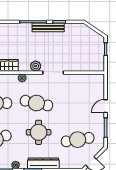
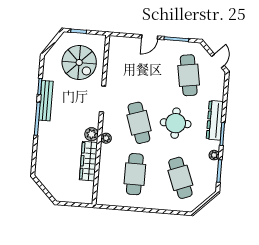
spiral stairs: (81, 52) -> (79, 62), added
plant: (36, 66) -> (92, 134), moved
cafe table: (36, 103) -> (139, 123), turned -30
door: (106, 106) -> (150, 37), hinge flipped

